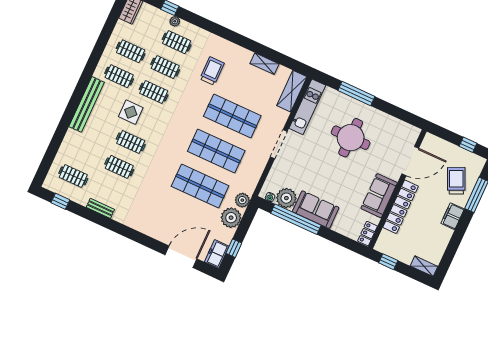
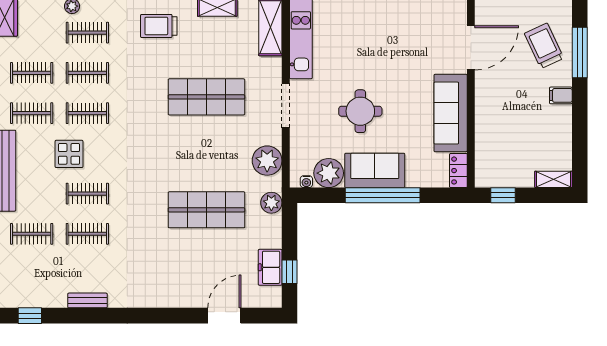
trolley: (212, 71) -> (159, 26), moved, turned -90
round table: (351, 138) -> (360, 111), moved, width x0.73, depth x0.73
shop shelf: (216, 151) -> (206, 153), removed
clothes rail: (73, 176) -> (32, 234), moved
sofa: (379, 196) -> (451, 113), width x1.36
locker: (401, 207) -> (486, 115), removed
filing cabinet: (453, 216) -> (561, 95), width x0.50
plant: (231, 218) -> (267, 161), moved
window: (296, 219) -> (383, 195), moved
freezer: (217, 254) -> (270, 267), moved
door: (181, 257) -> (224, 316), width x0.73

